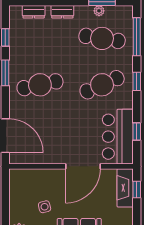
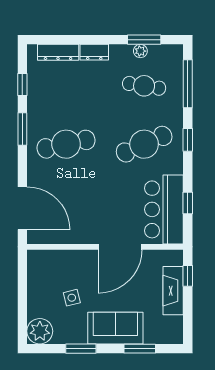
dresser: (34, 12) -> (58, 52), width x1.44
cafe table: (102, 38) -> (144, 86), width x0.73, depth x0.74
fireplace: (125, 188) -> (173, 291), moved

